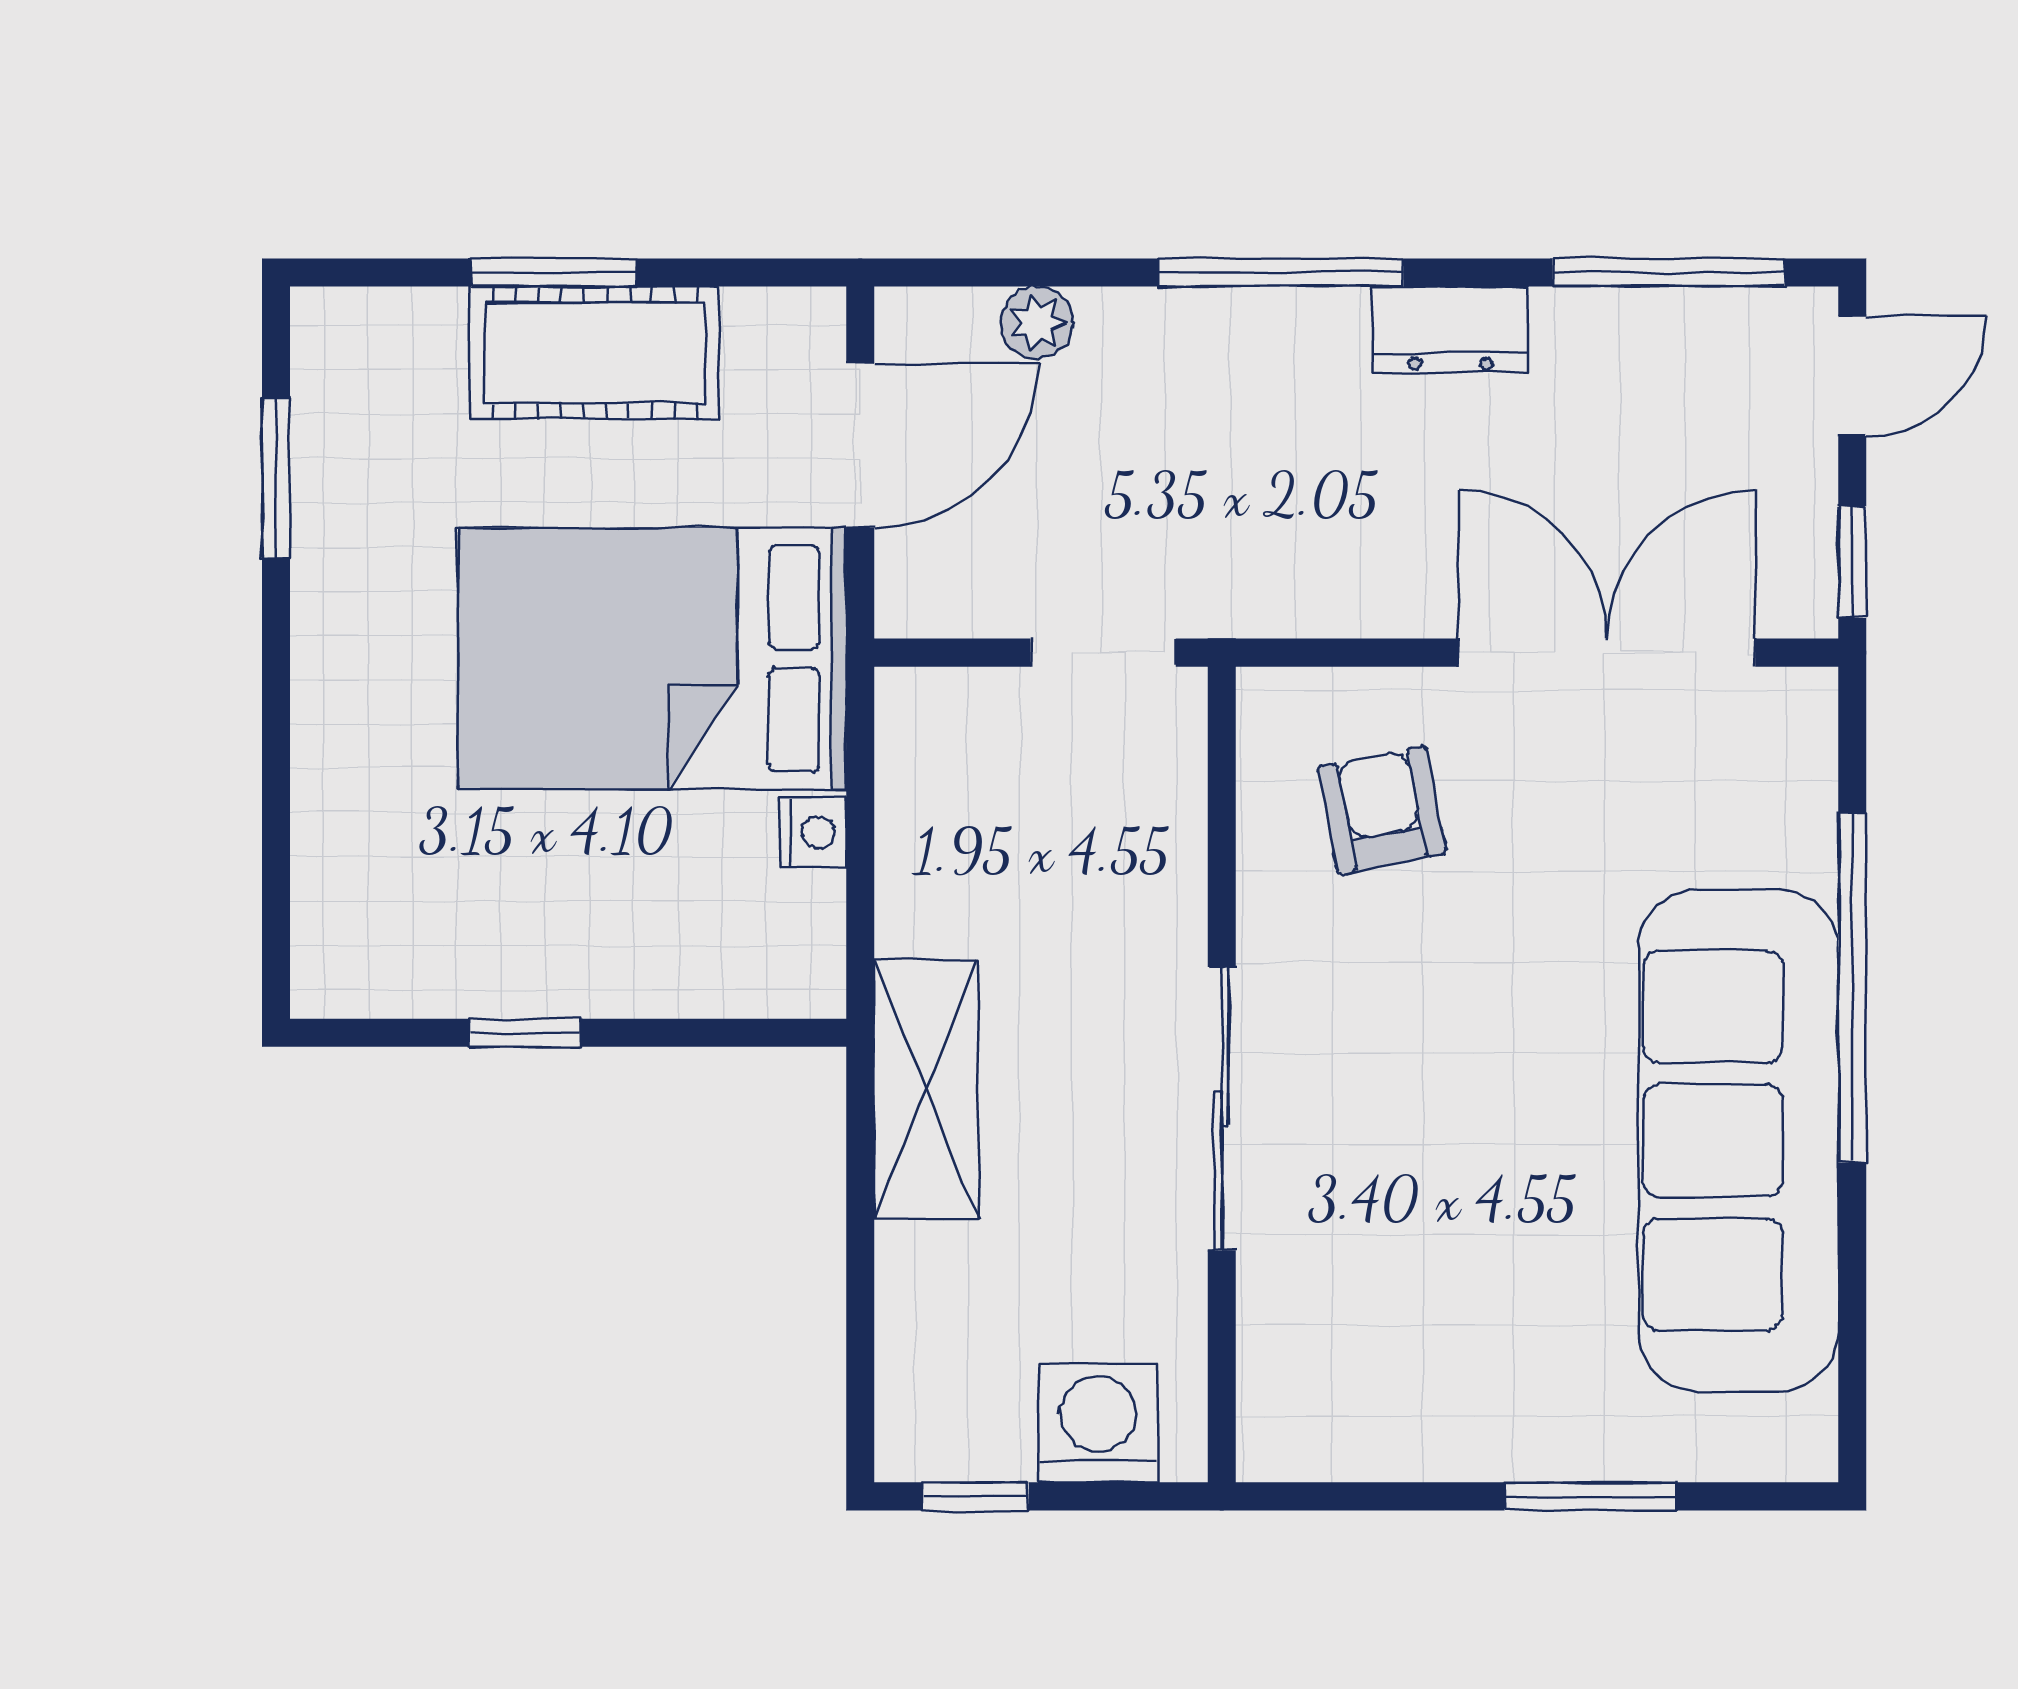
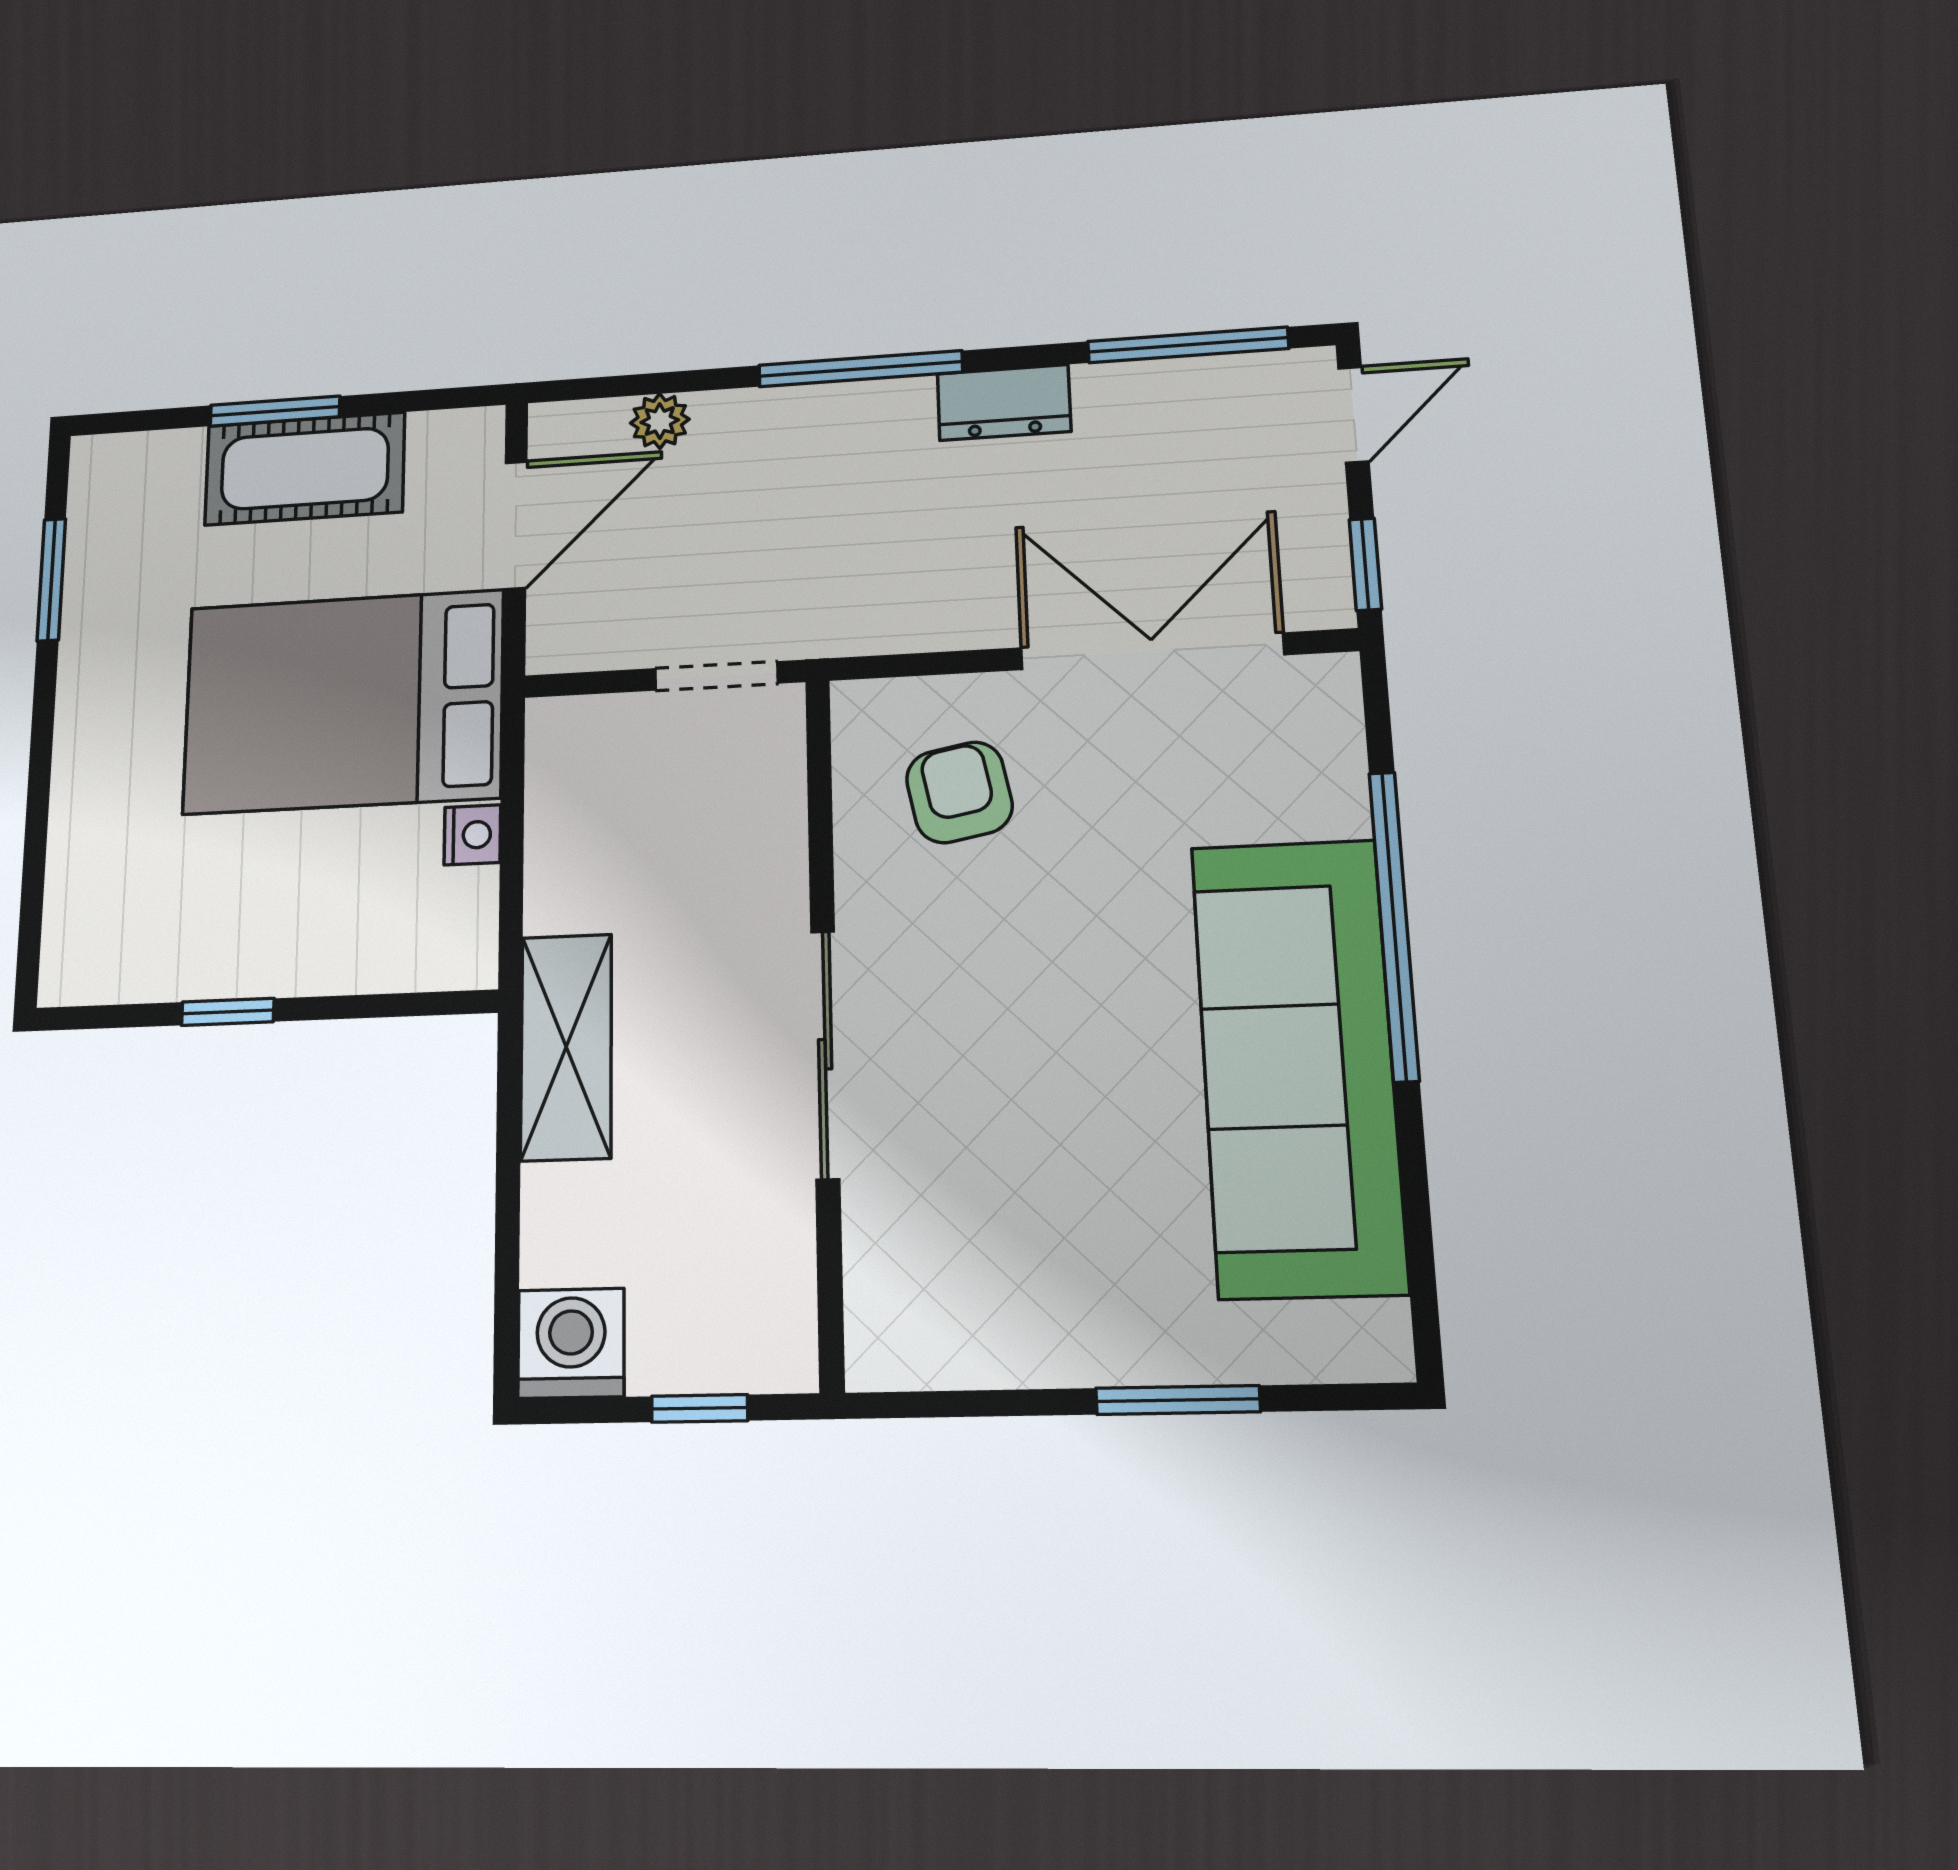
washing machine: (1098, 1423) -> (571, 1343), moved
window: (976, 1496) -> (700, 1408), moved

